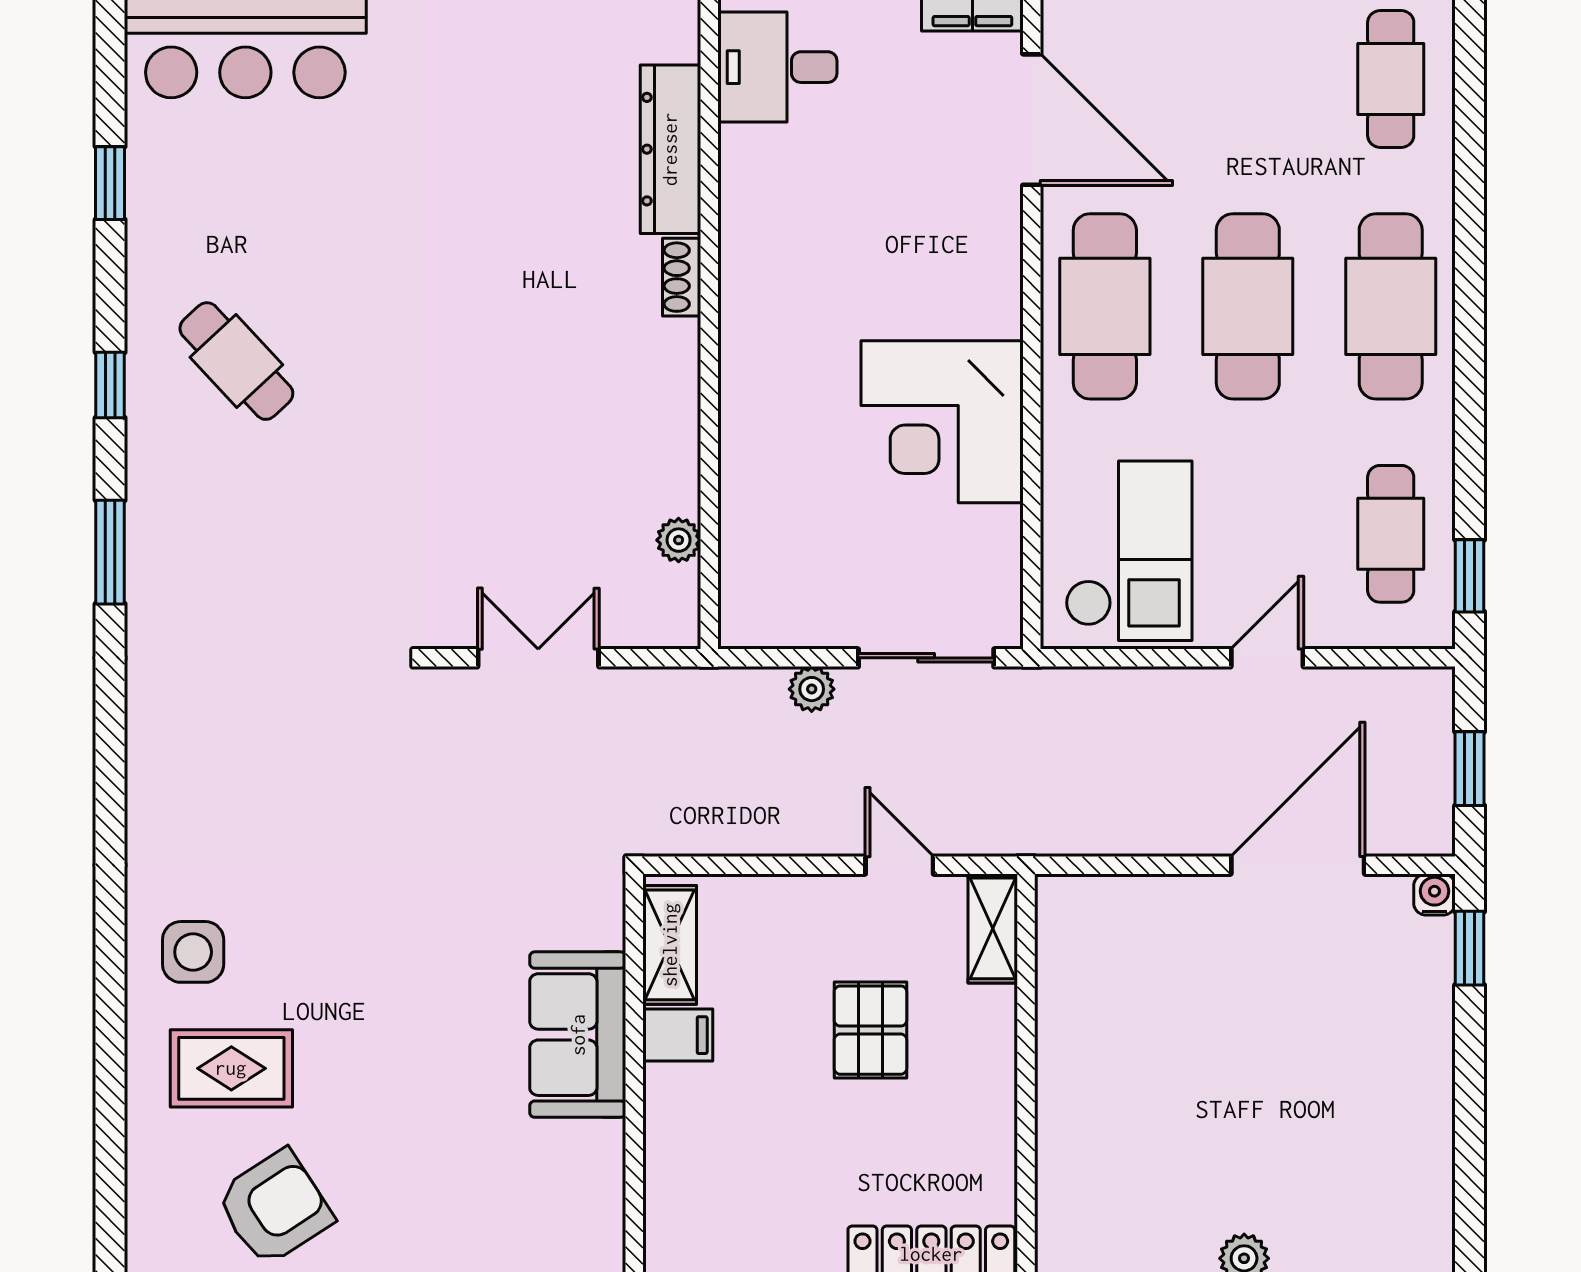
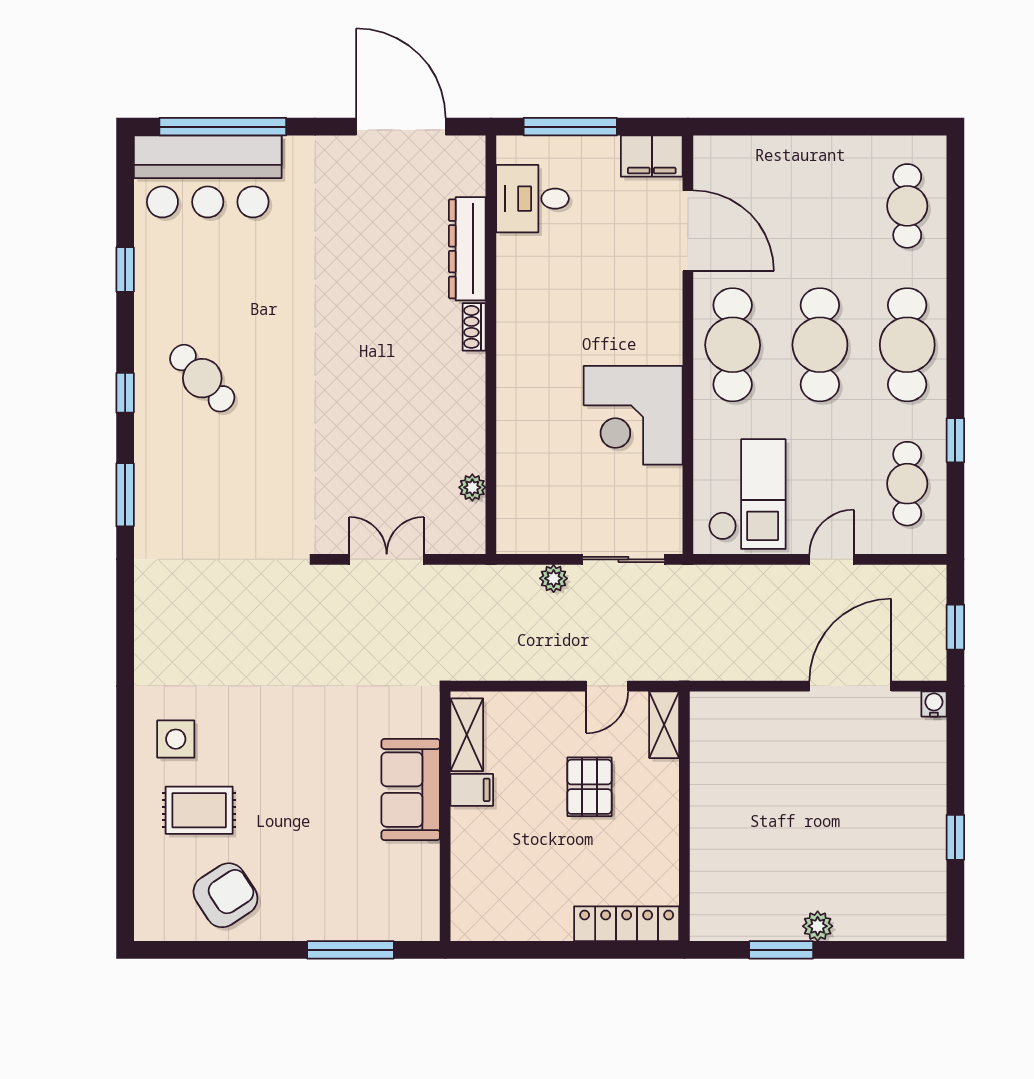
window: (1470, 576) -> (955, 440), moved
door: (899, 865) -> (607, 686), swing flipped
window: (1470, 948) -> (955, 837), moved

